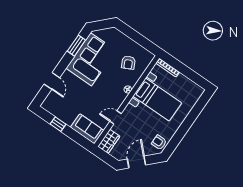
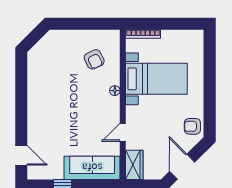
window: (76, 46) -> (21, 81), removed
corner sofa: (91, 59) -> (49, 85), removed
door: (52, 81) -> (21, 155), moved
sofa: (87, 129) -> (92, 168), width x1.36

